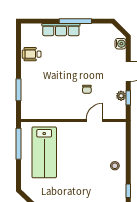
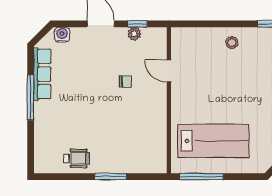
row of seats: (61, 30) -> (42, 74), moved
wheelchair: (32, 54) -> (77, 158), turned -90
window: (19, 90) -> (111, 177), moved

